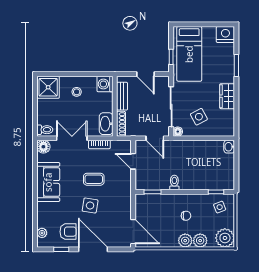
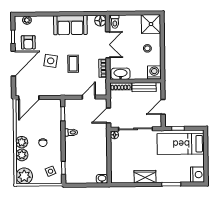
side table: (199, 117) -> (127, 153), removed

